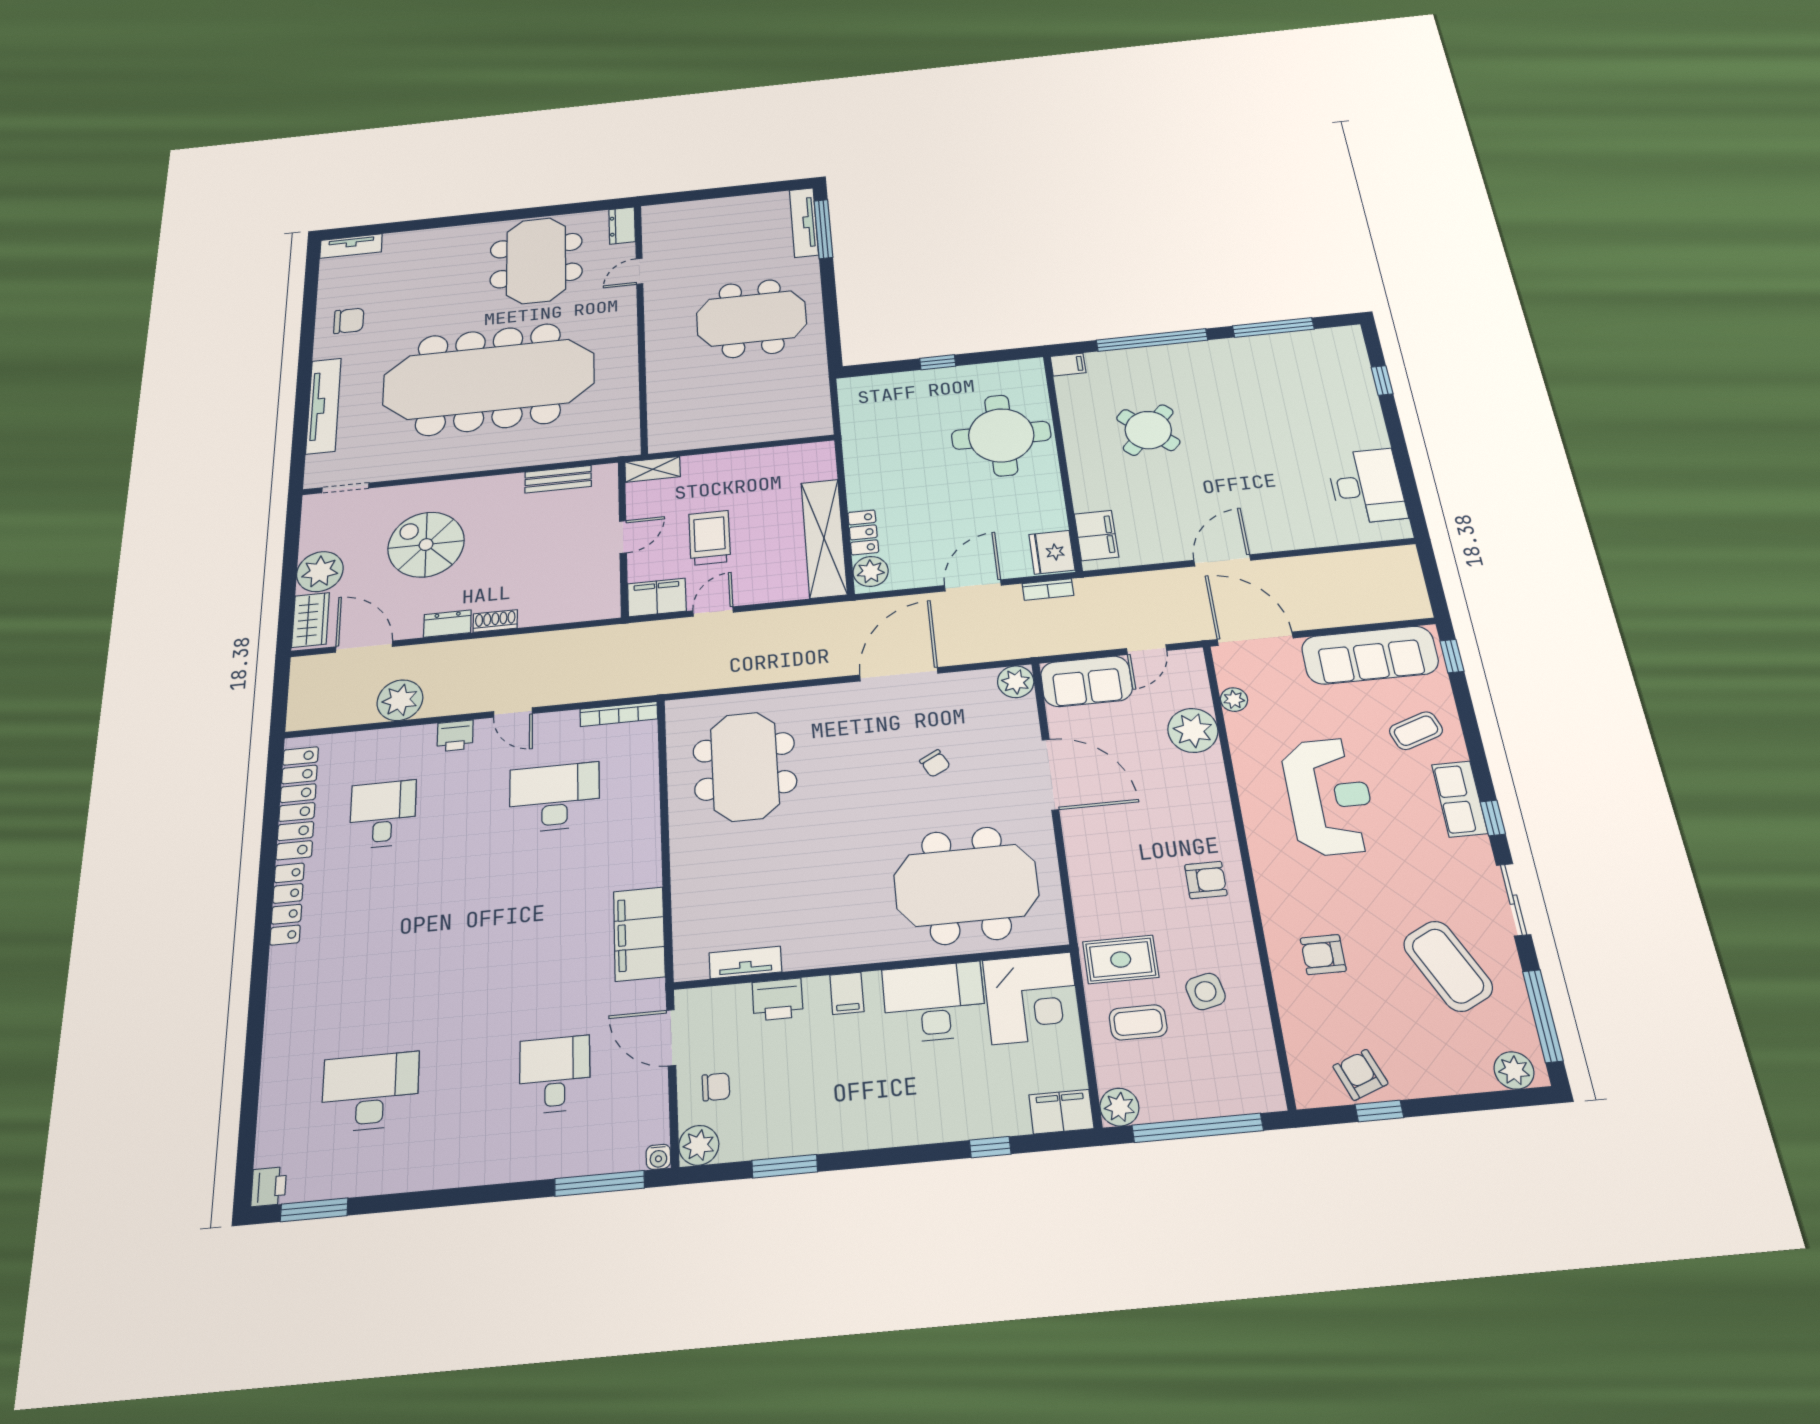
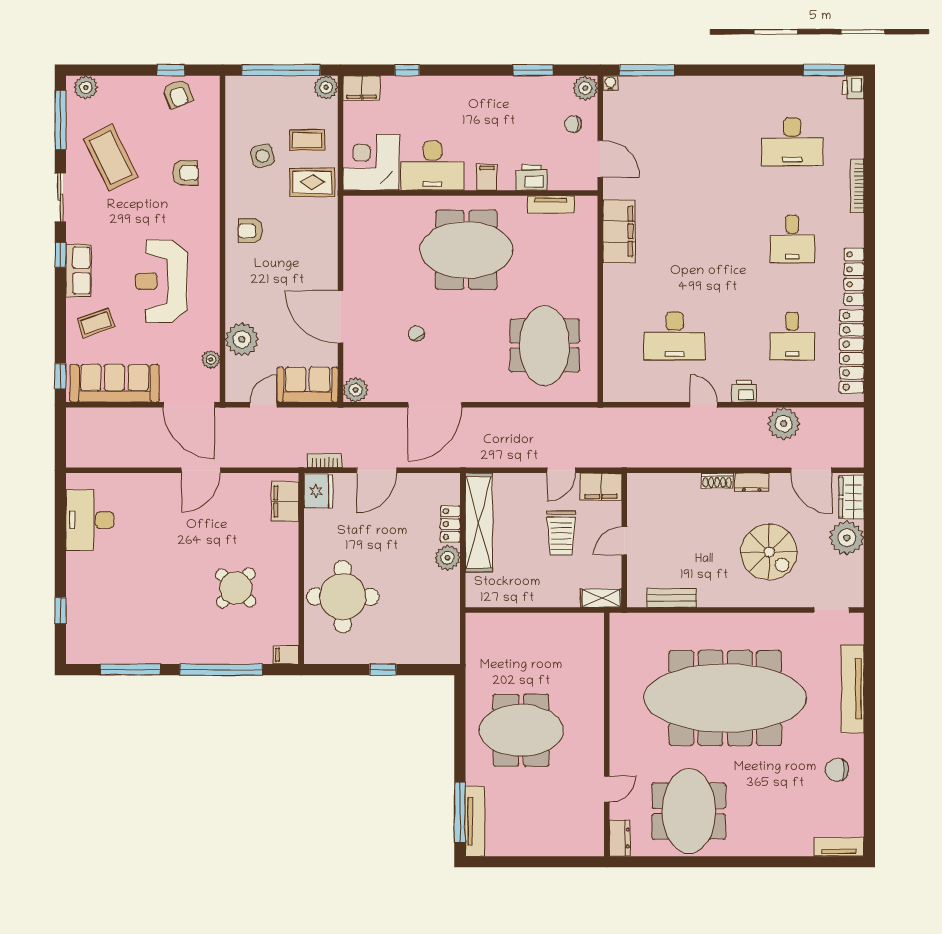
plant: (871, 571) -> (448, 558), moved
bookcase: (619, 714) -> (857, 186), moved, turned -90
meeting table: (966, 885) -> (466, 250), moved
desk: (555, 1075) -> (792, 239), moved

